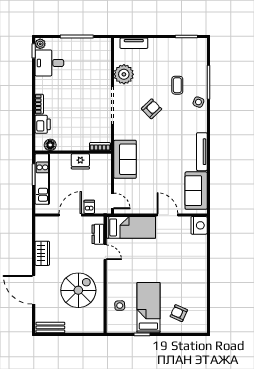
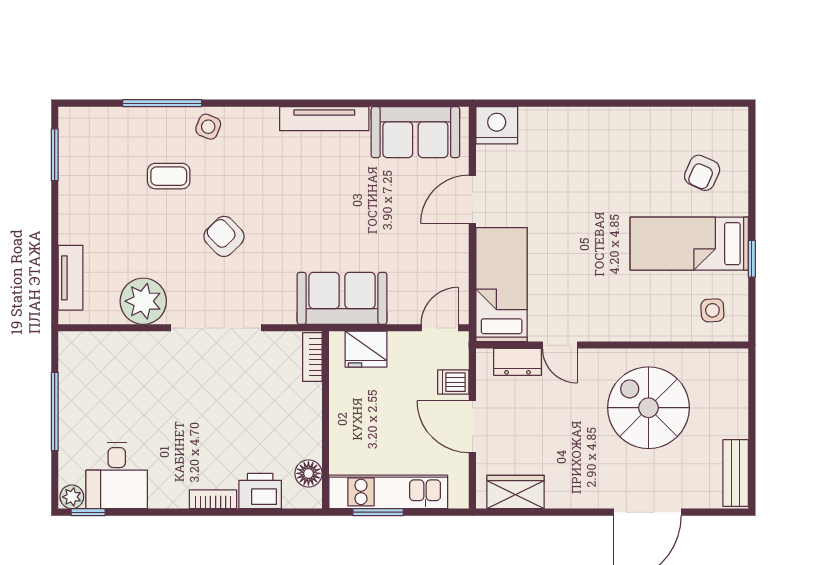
fridge: (80, 161) -> (366, 349), moved, turned 90
door: (105, 252) -> (560, 345), swing flipped
wardrobe: (42, 253) -> (516, 492), moved
side table: (120, 306) -> (712, 310), moved

